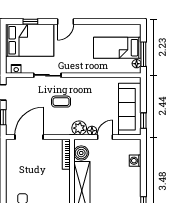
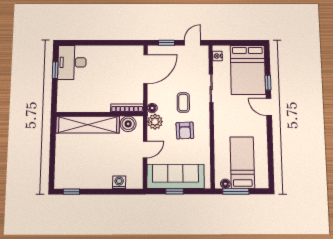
window: (30, 22) -> (268, 83), moved
armchair: (87, 100) -> (185, 131), added
window: (143, 121) -> (175, 191), moved
floor lamp: (92, 131) -> (152, 108), moved
door: (29, 137) -> (145, 69), hinge flipped
door: (105, 137) -> (145, 149), hinge flipped

